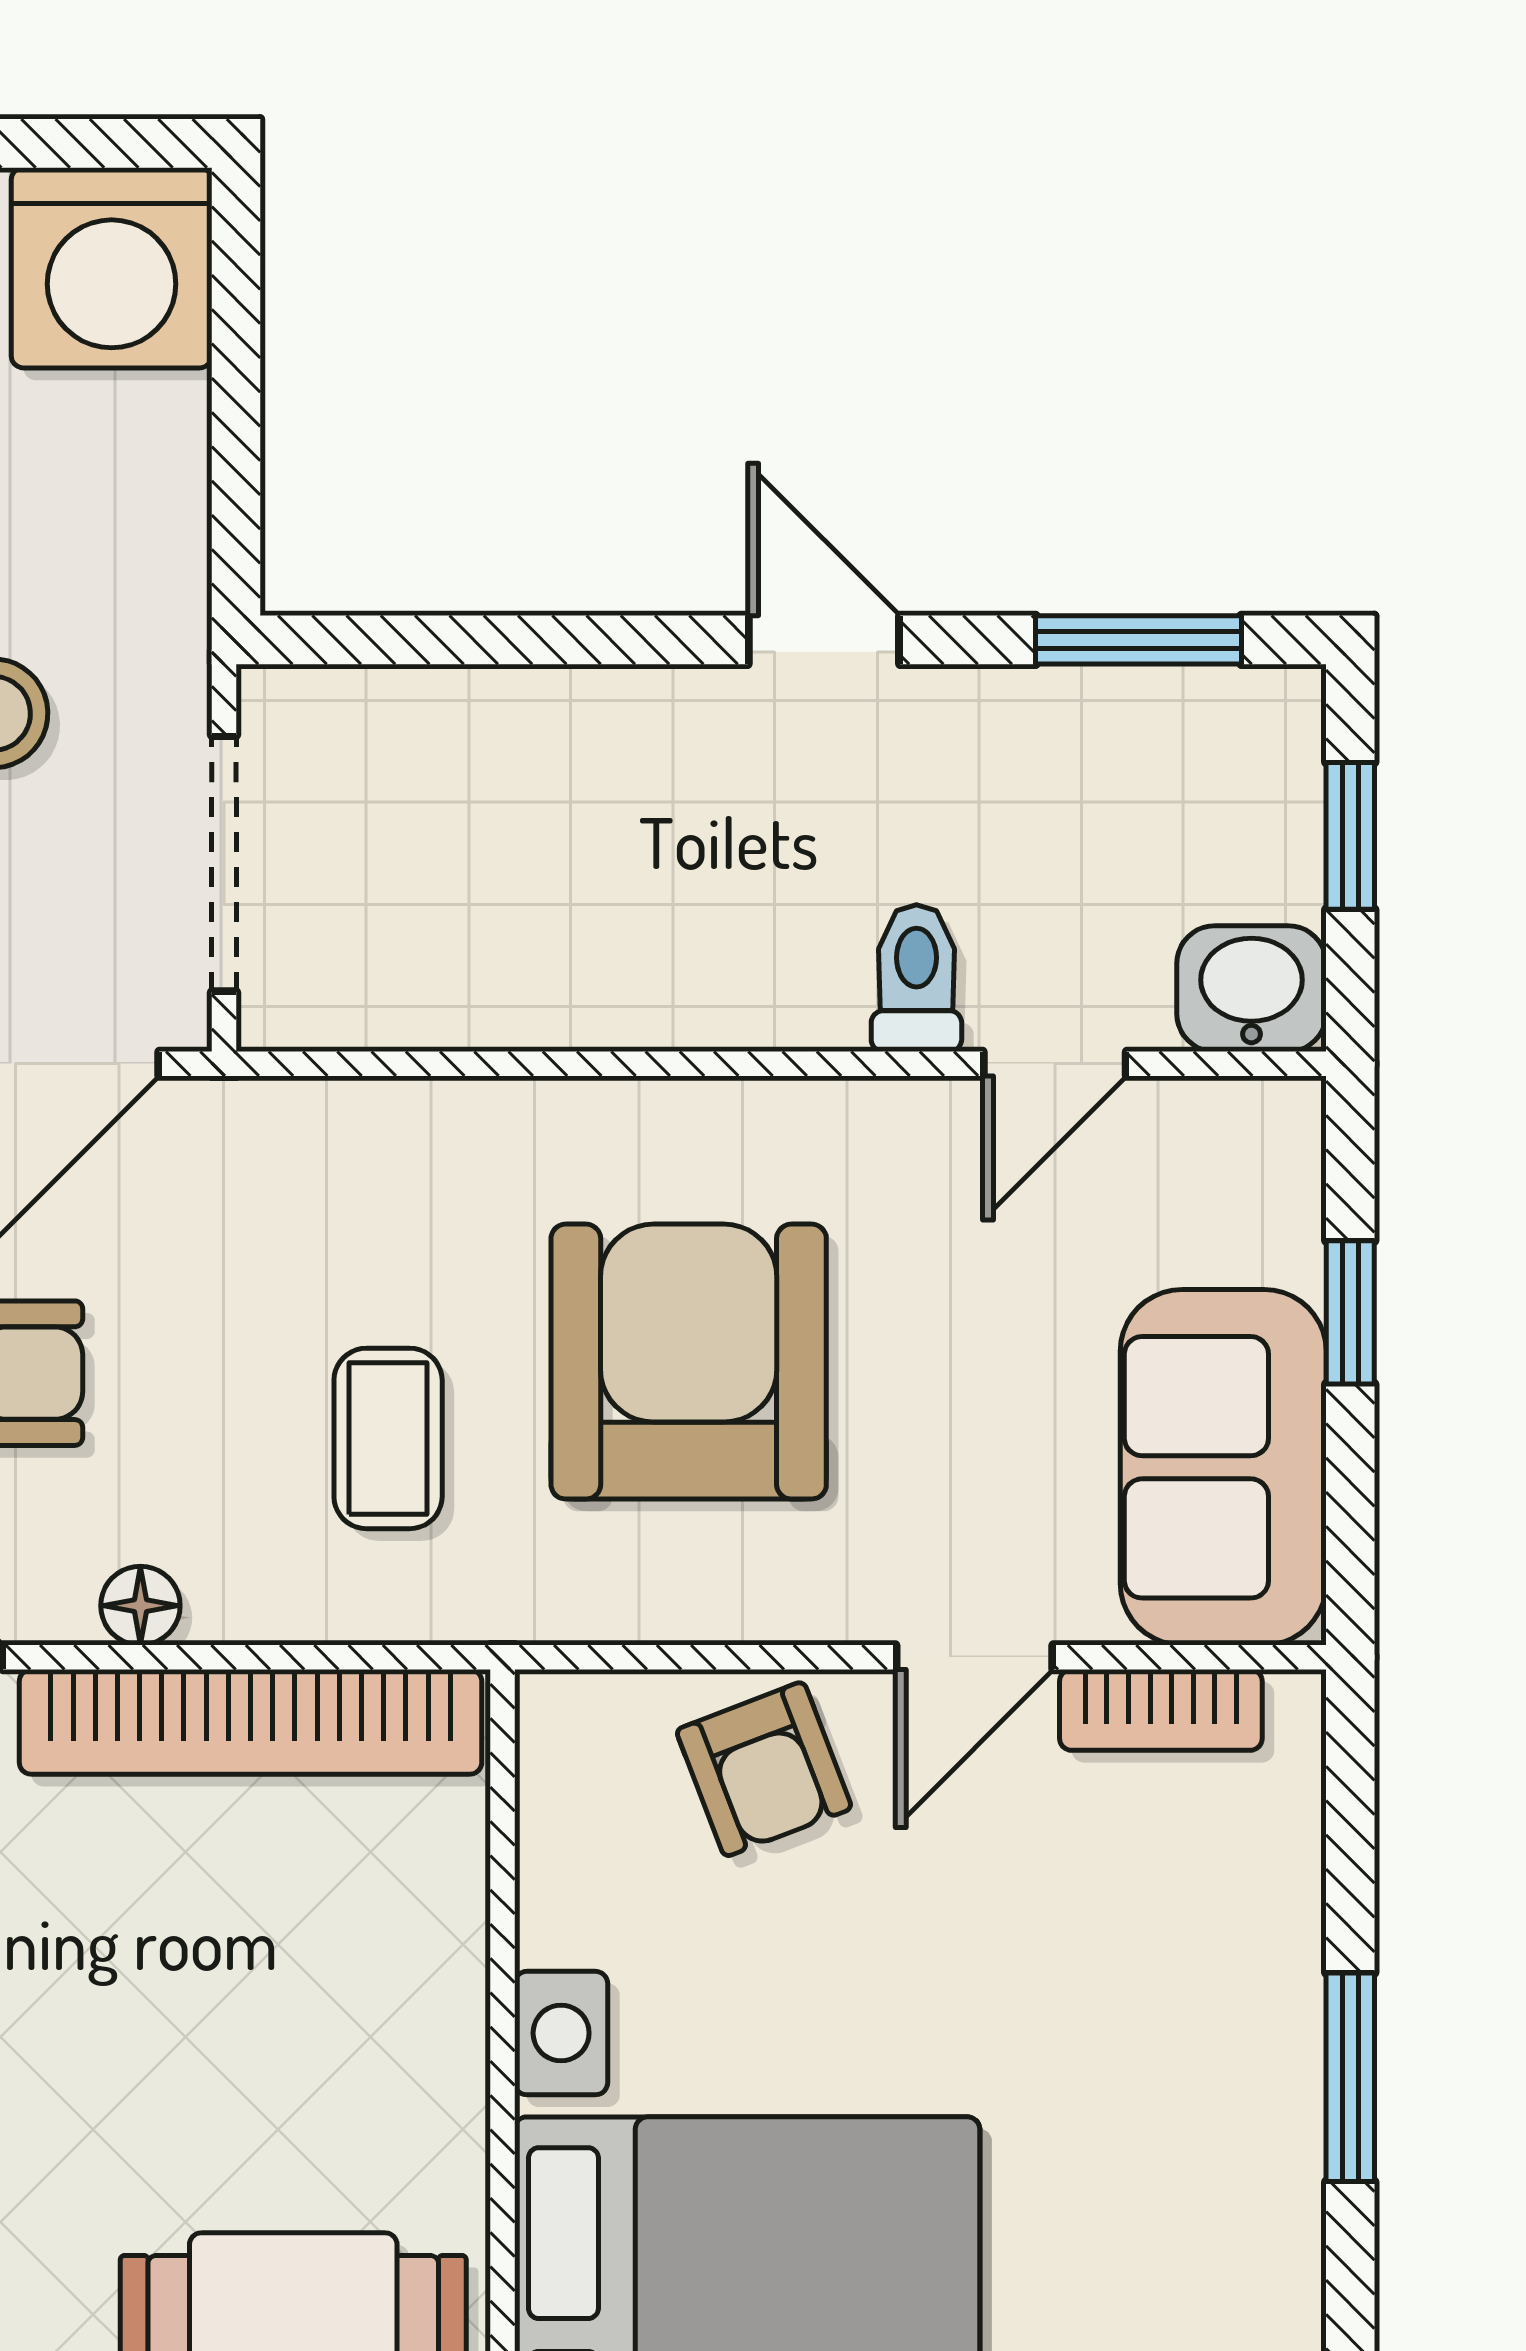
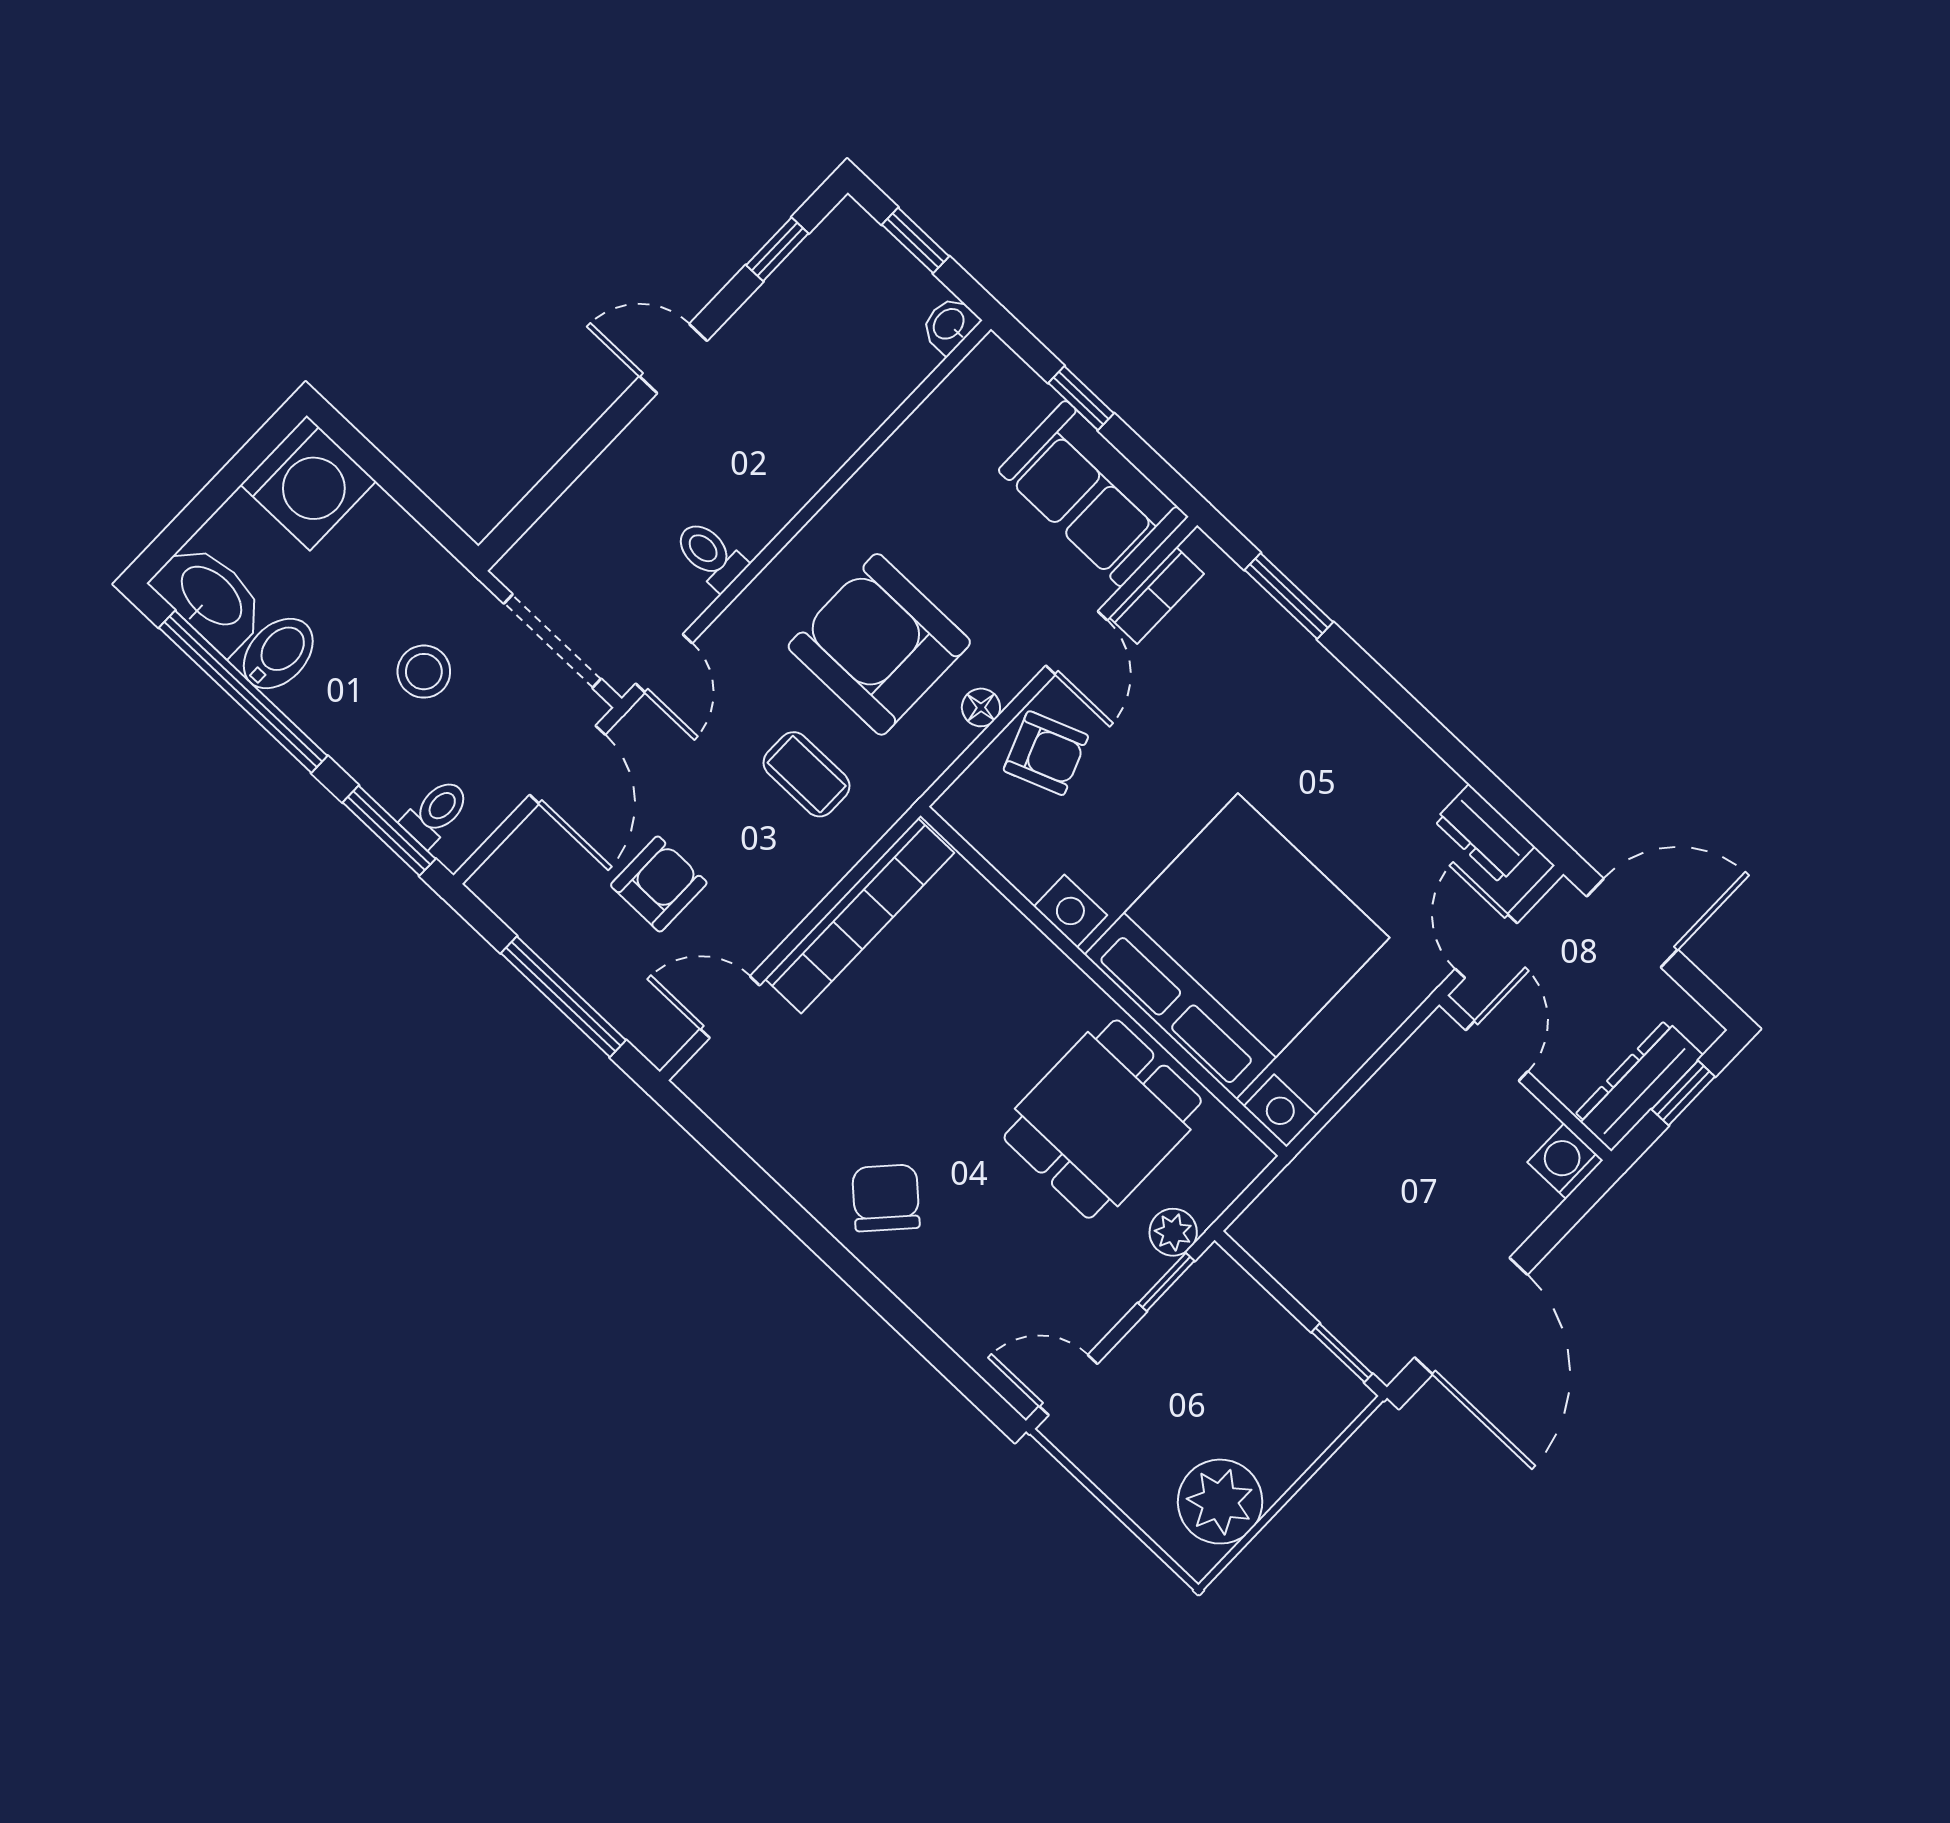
window: (1138, 640) -> (777, 249), width x0.67
toilet: (916, 978) -> (710, 555), moved
washbasin: (1251, 989) -> (950, 325), width x0.72, depth x0.69
door: (1055, 1064) -> (664, 663), moved
floor lamp: (140, 1606) -> (981, 707), moved
window: (1350, 2077) -> (1289, 596), moved

